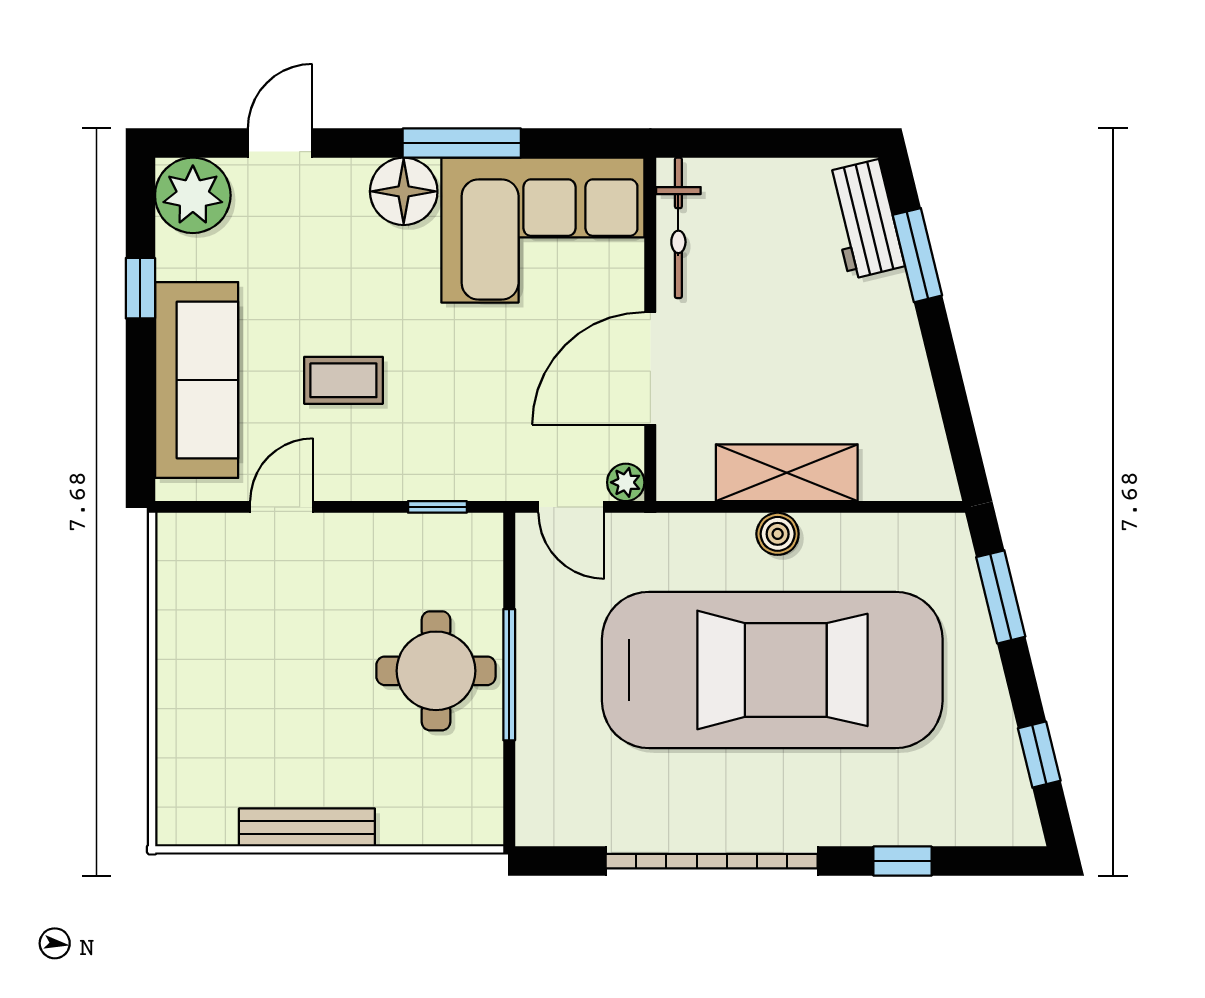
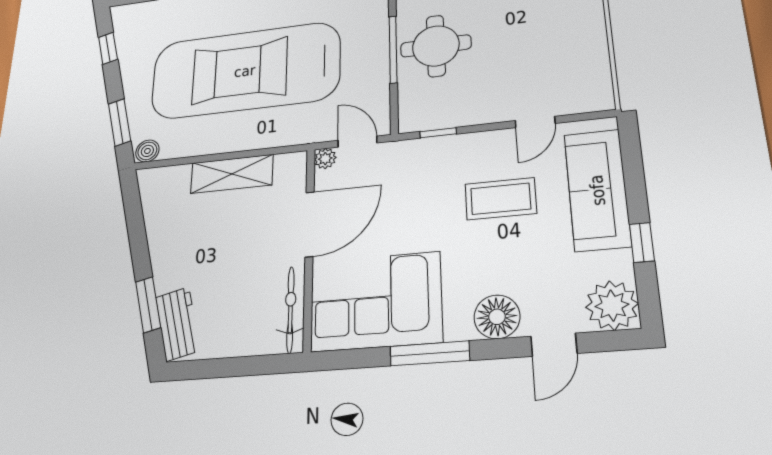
floor lamp: (404, 191) -> (497, 317), moved
coffee table: (343, 380) -> (501, 199), width x1.36, depth x1.30
boiler: (778, 534) -> (147, 151), moved

